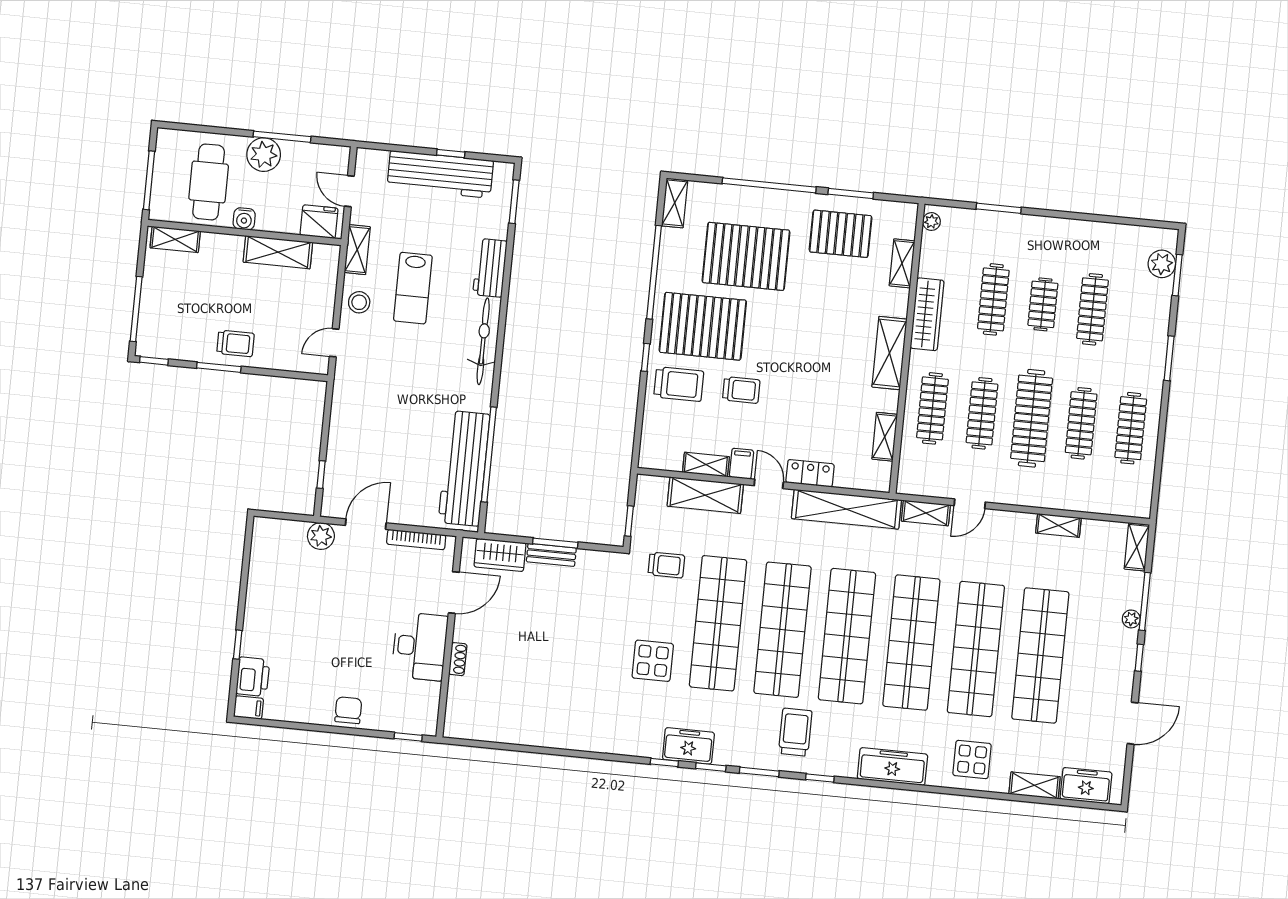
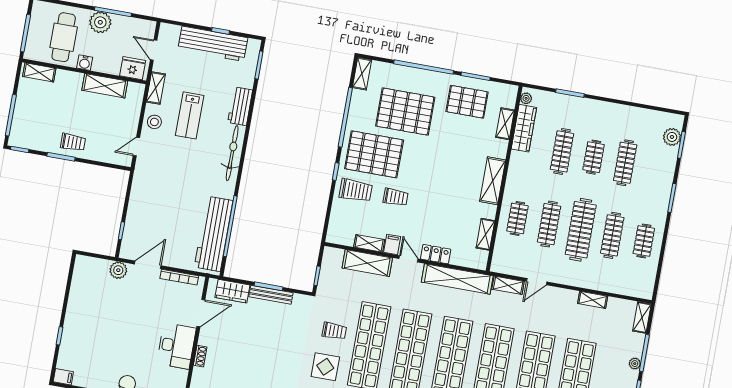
wardrobe: (927, 314) -> (524, 128), moved
clothes rail: (932, 408) -> (517, 218), width x0.73
clothes rail: (1131, 428) -> (644, 241), width x0.73
bench: (551, 555) -> (271, 295), width x1.36
trolley: (666, 565) -> (334, 331), moved
printer: (253, 677) -> (68, 357), removed

